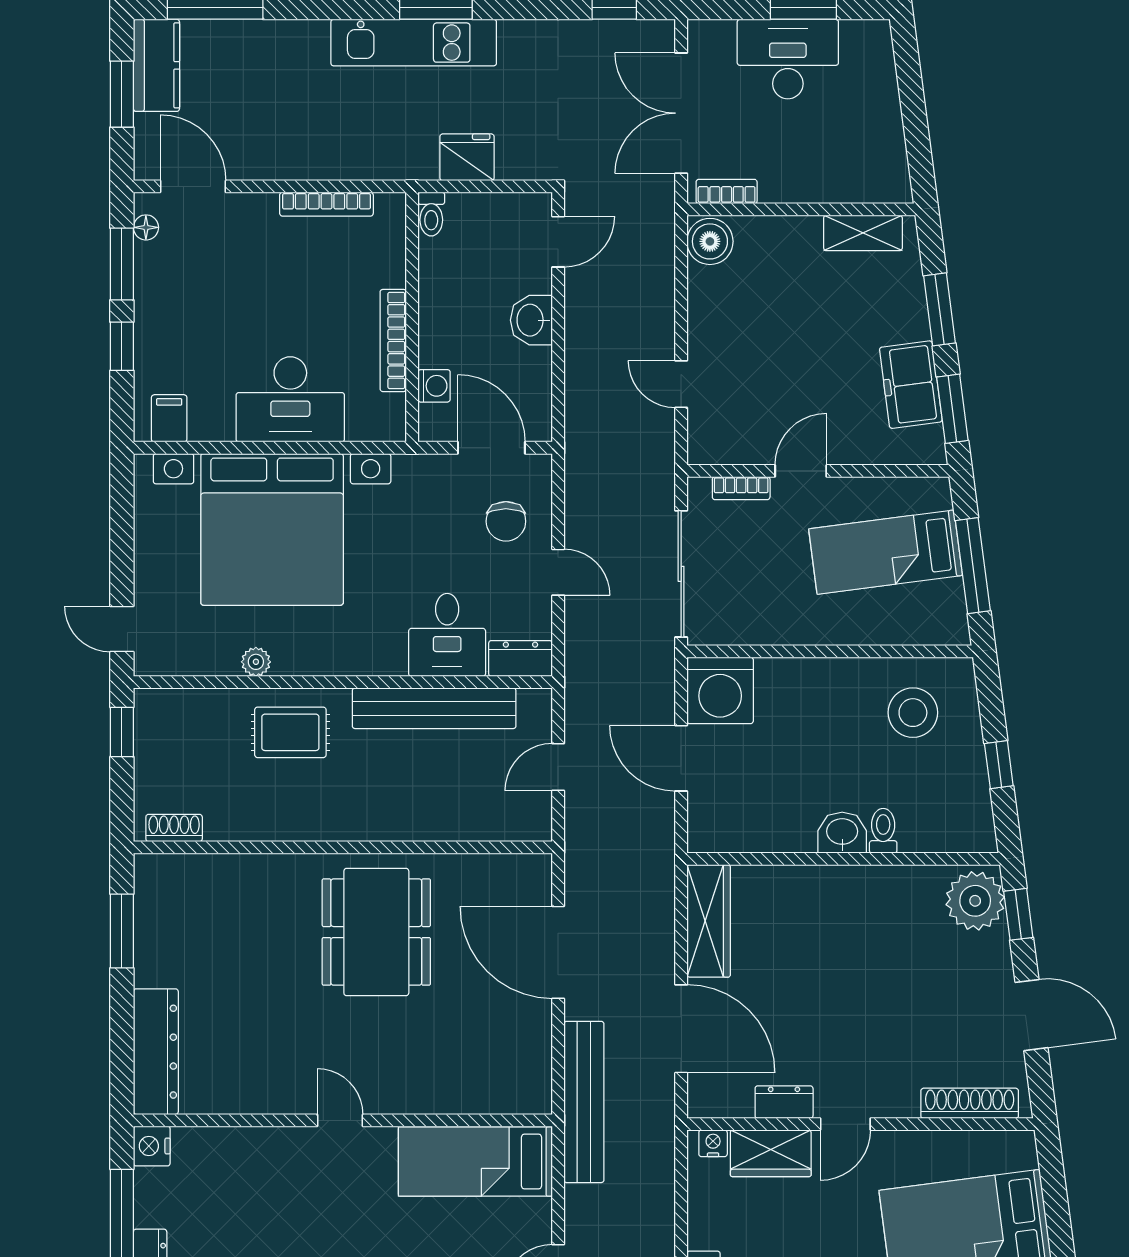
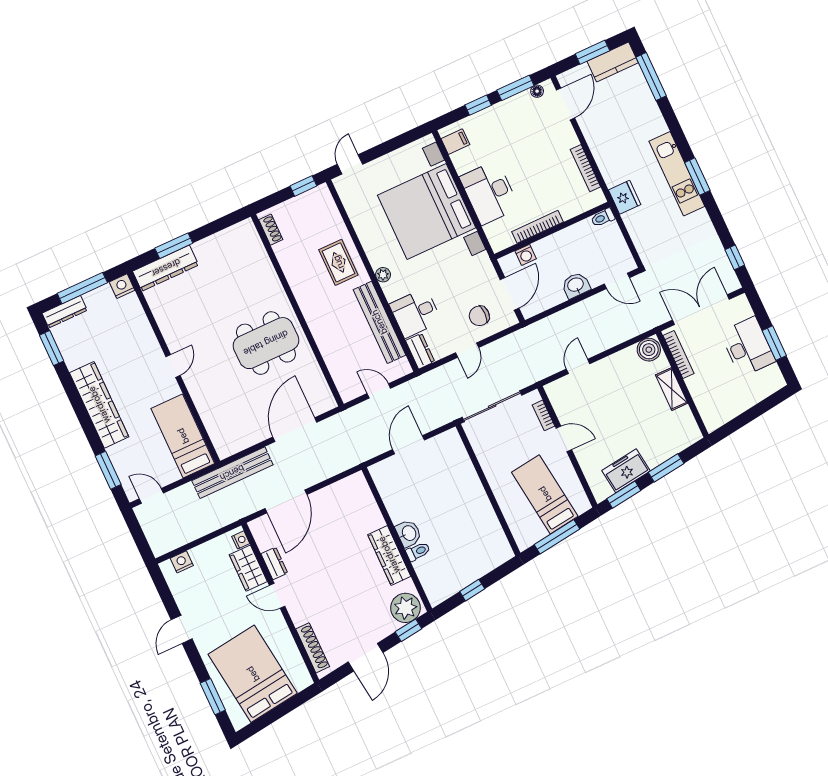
fridge: (467, 157) -> (625, 197), moved
bookcase: (727, 192) -> (678, 355), width x1.56
shelving: (863, 233) -> (672, 389), moved
plant: (256, 662) -> (383, 275), moved
washing machine: (720, 690) -> (447, 448), removed
stool: (913, 713) -> (478, 540), removed
wardrobe: (709, 921) -> (389, 555), moved, turned 90
window: (122, 931) -> (174, 246), moved

